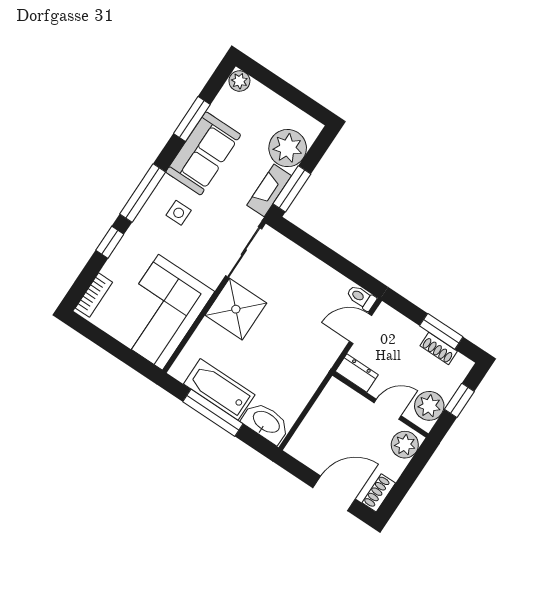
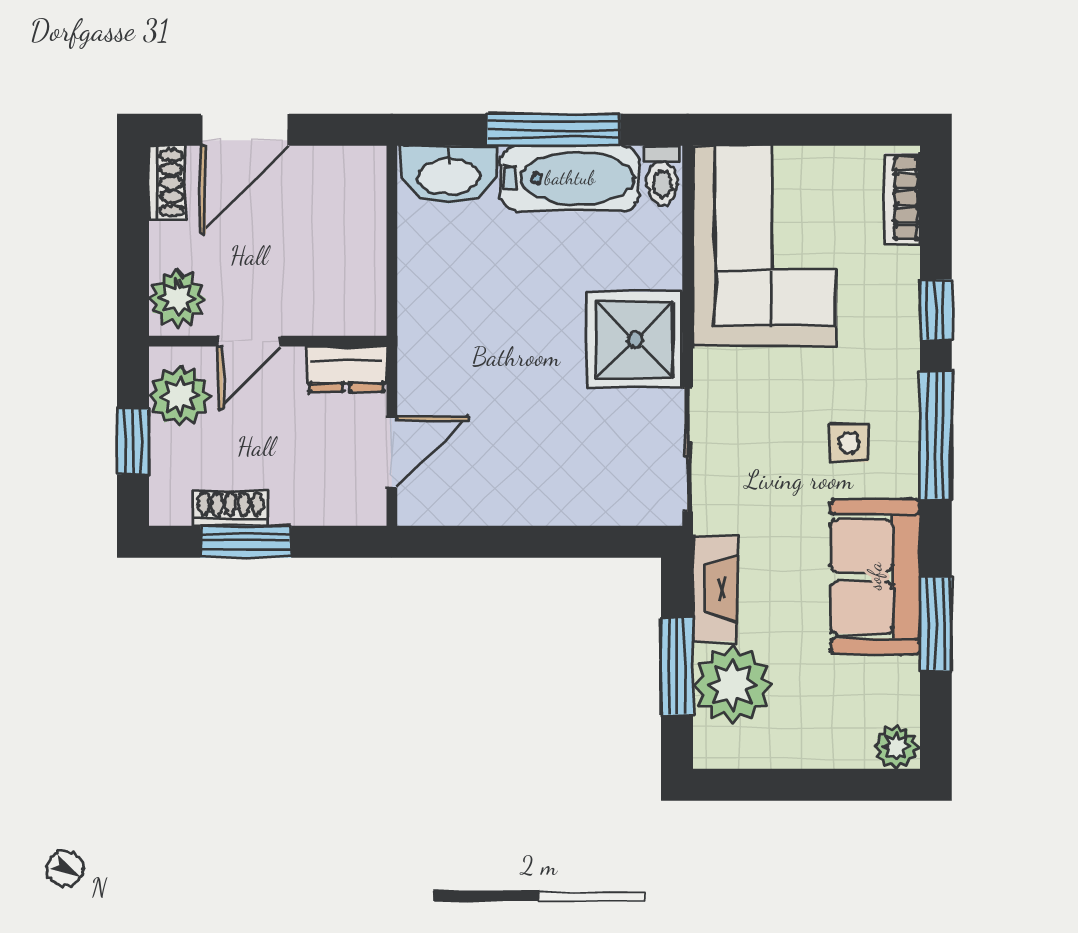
window: (292, 189) -> (677, 666), moved
toilet: (361, 298) -> (662, 175), moved, turned 90

